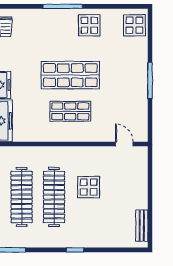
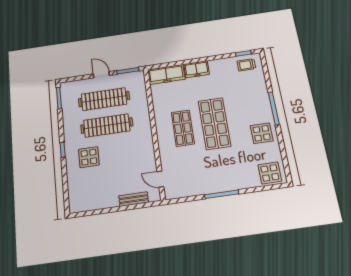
door: (124, 144) -> (160, 179), swing flipped
display table: (89, 187) -> (89, 157), moved
bench: (142, 226) -> (134, 199), moved

